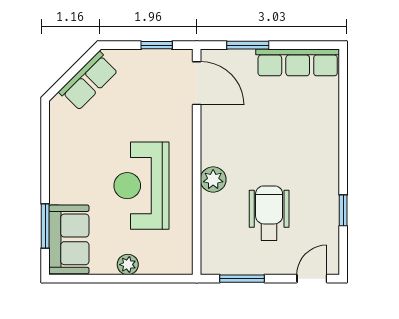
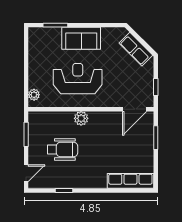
row of seats: (298, 62) -> (130, 181), moved, turned 90
sofa: (69, 239) -> (81, 38), moved
plant: (128, 265) -> (34, 95), moved
door: (312, 279) -> (26, 173), hinge flipped

